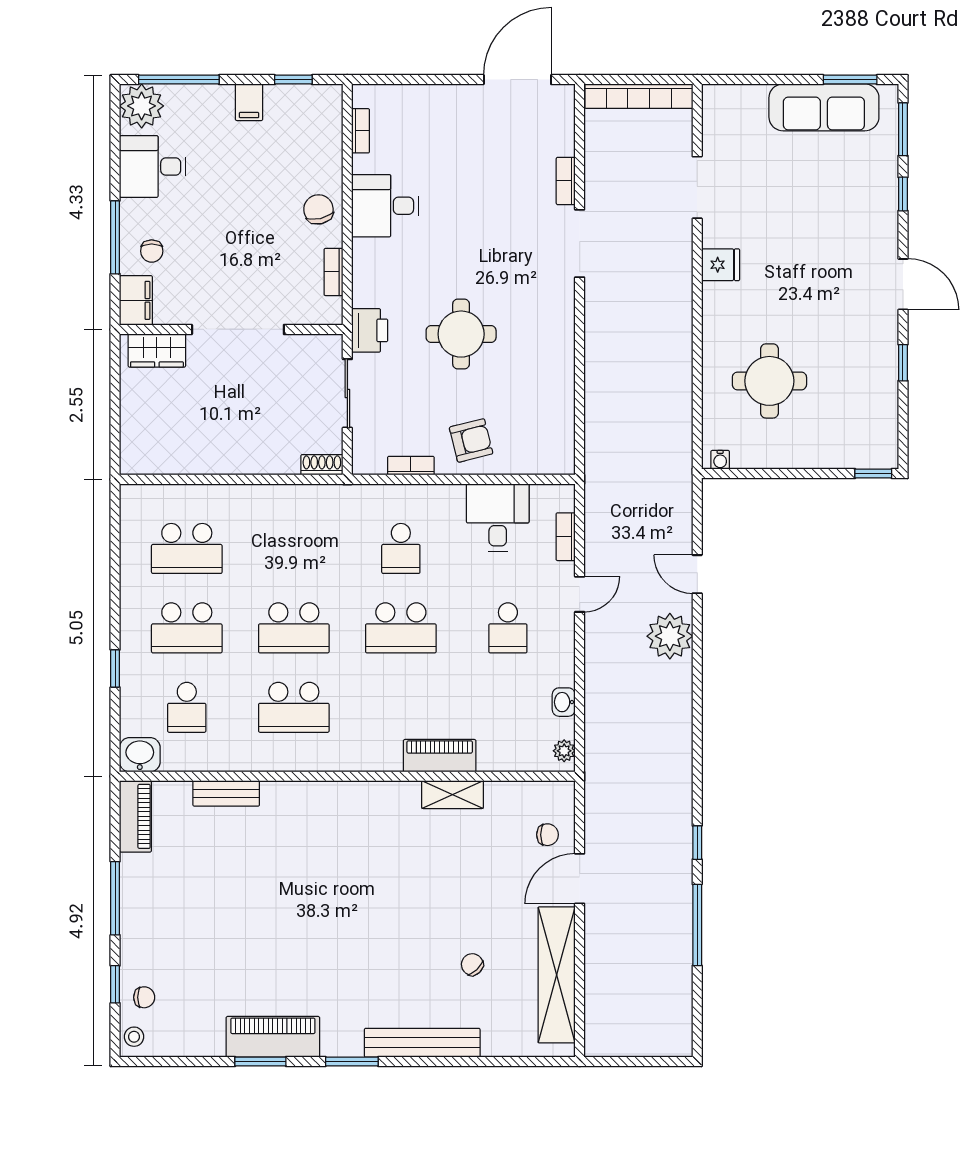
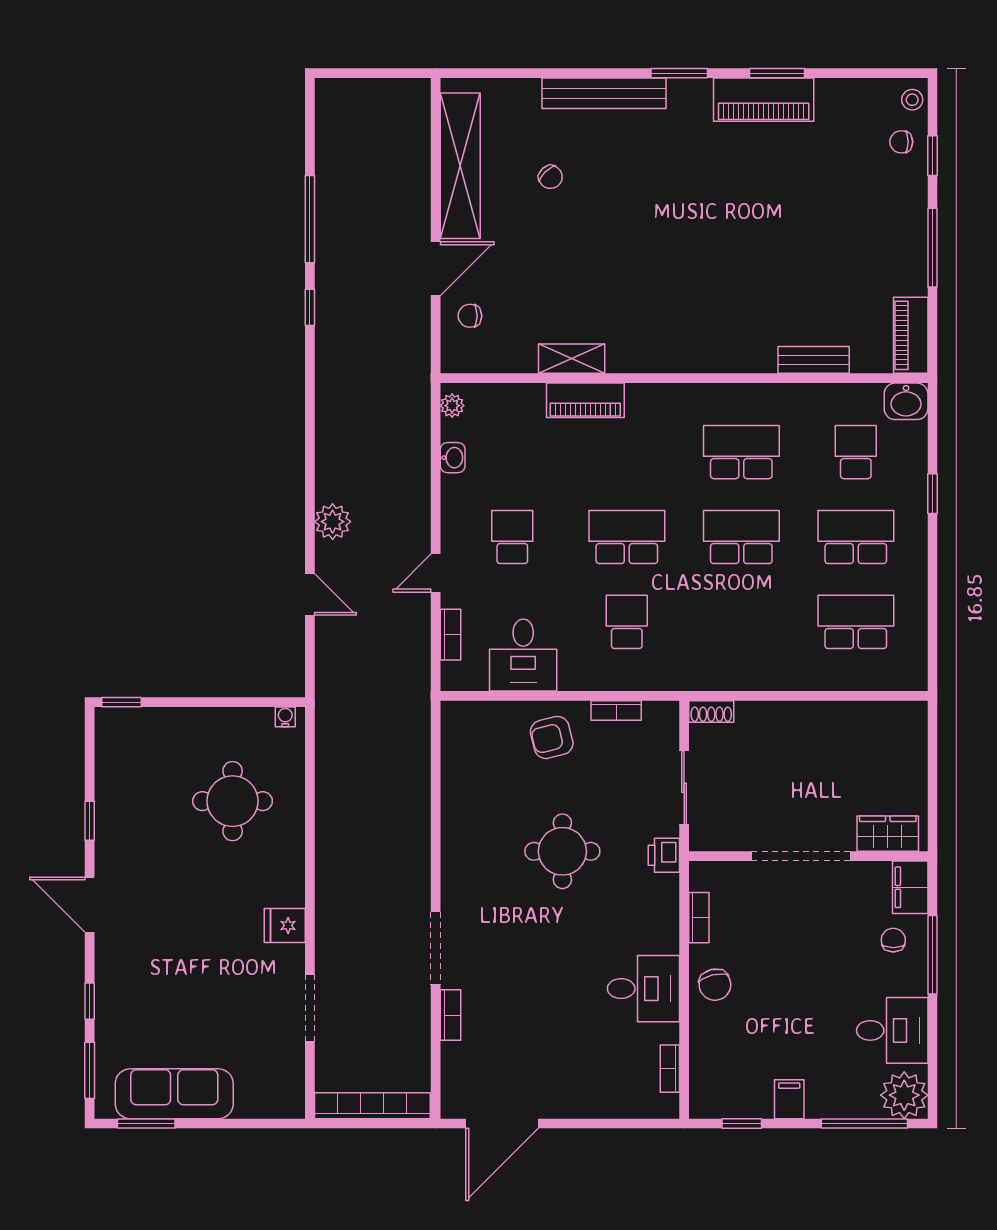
printer: (370, 330) -> (664, 855), width x0.73, depth x0.81
plant: (670, 636) -> (333, 522), width x0.73, depth x0.73

